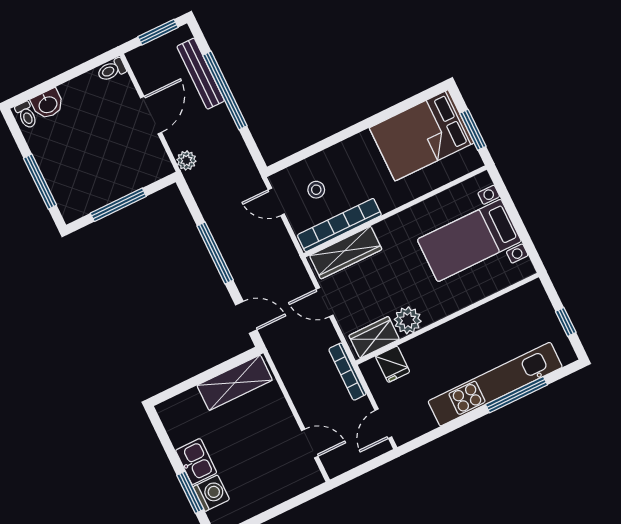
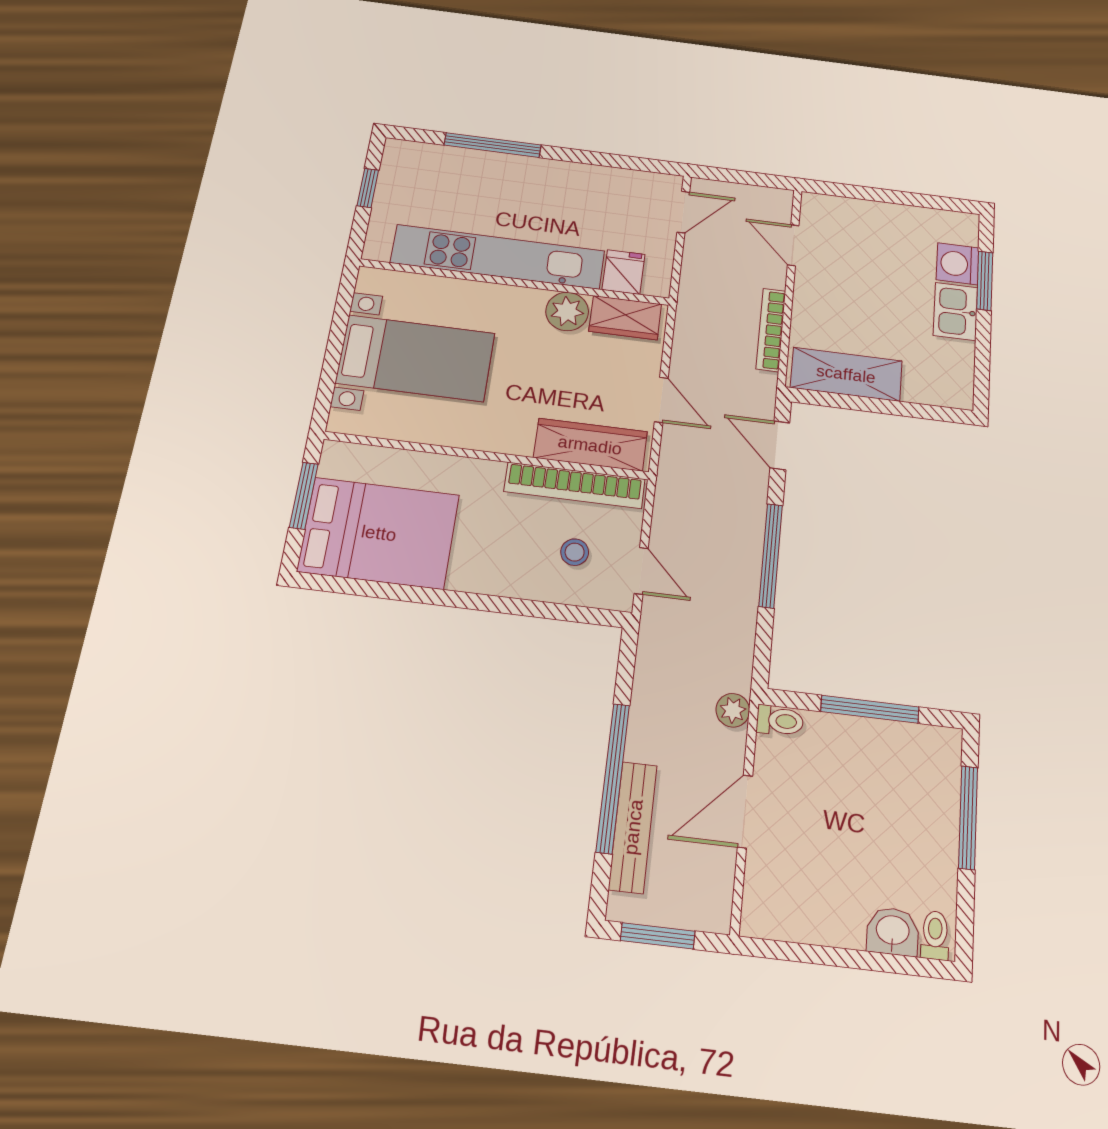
toilet: (112, 70) -> (780, 721), moved
bookcase: (347, 372) -> (771, 330), moved, turned 180
kitchen unit: (495, 384) -> (498, 257), moved, turned 180

